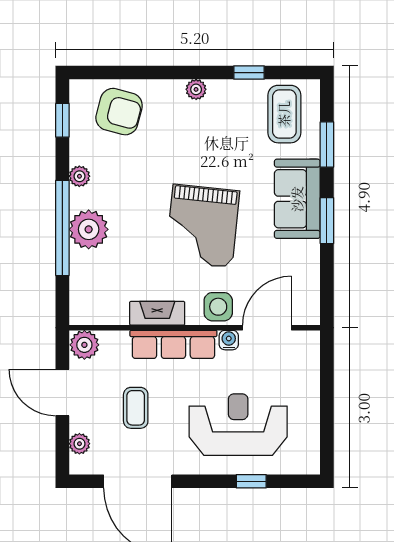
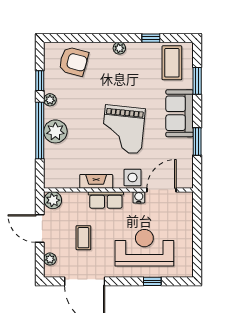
window: (62, 120) -> (40, 81), moved
window: (327, 221) -> (197, 142), moved
row of seats: (173, 344) -> (106, 200), width x0.68

